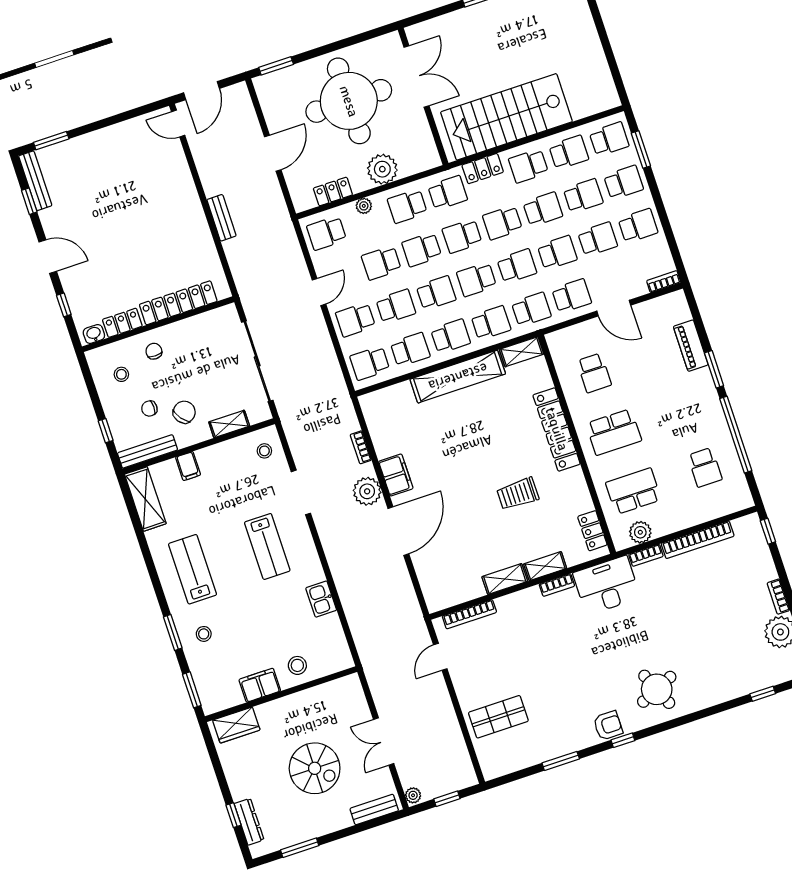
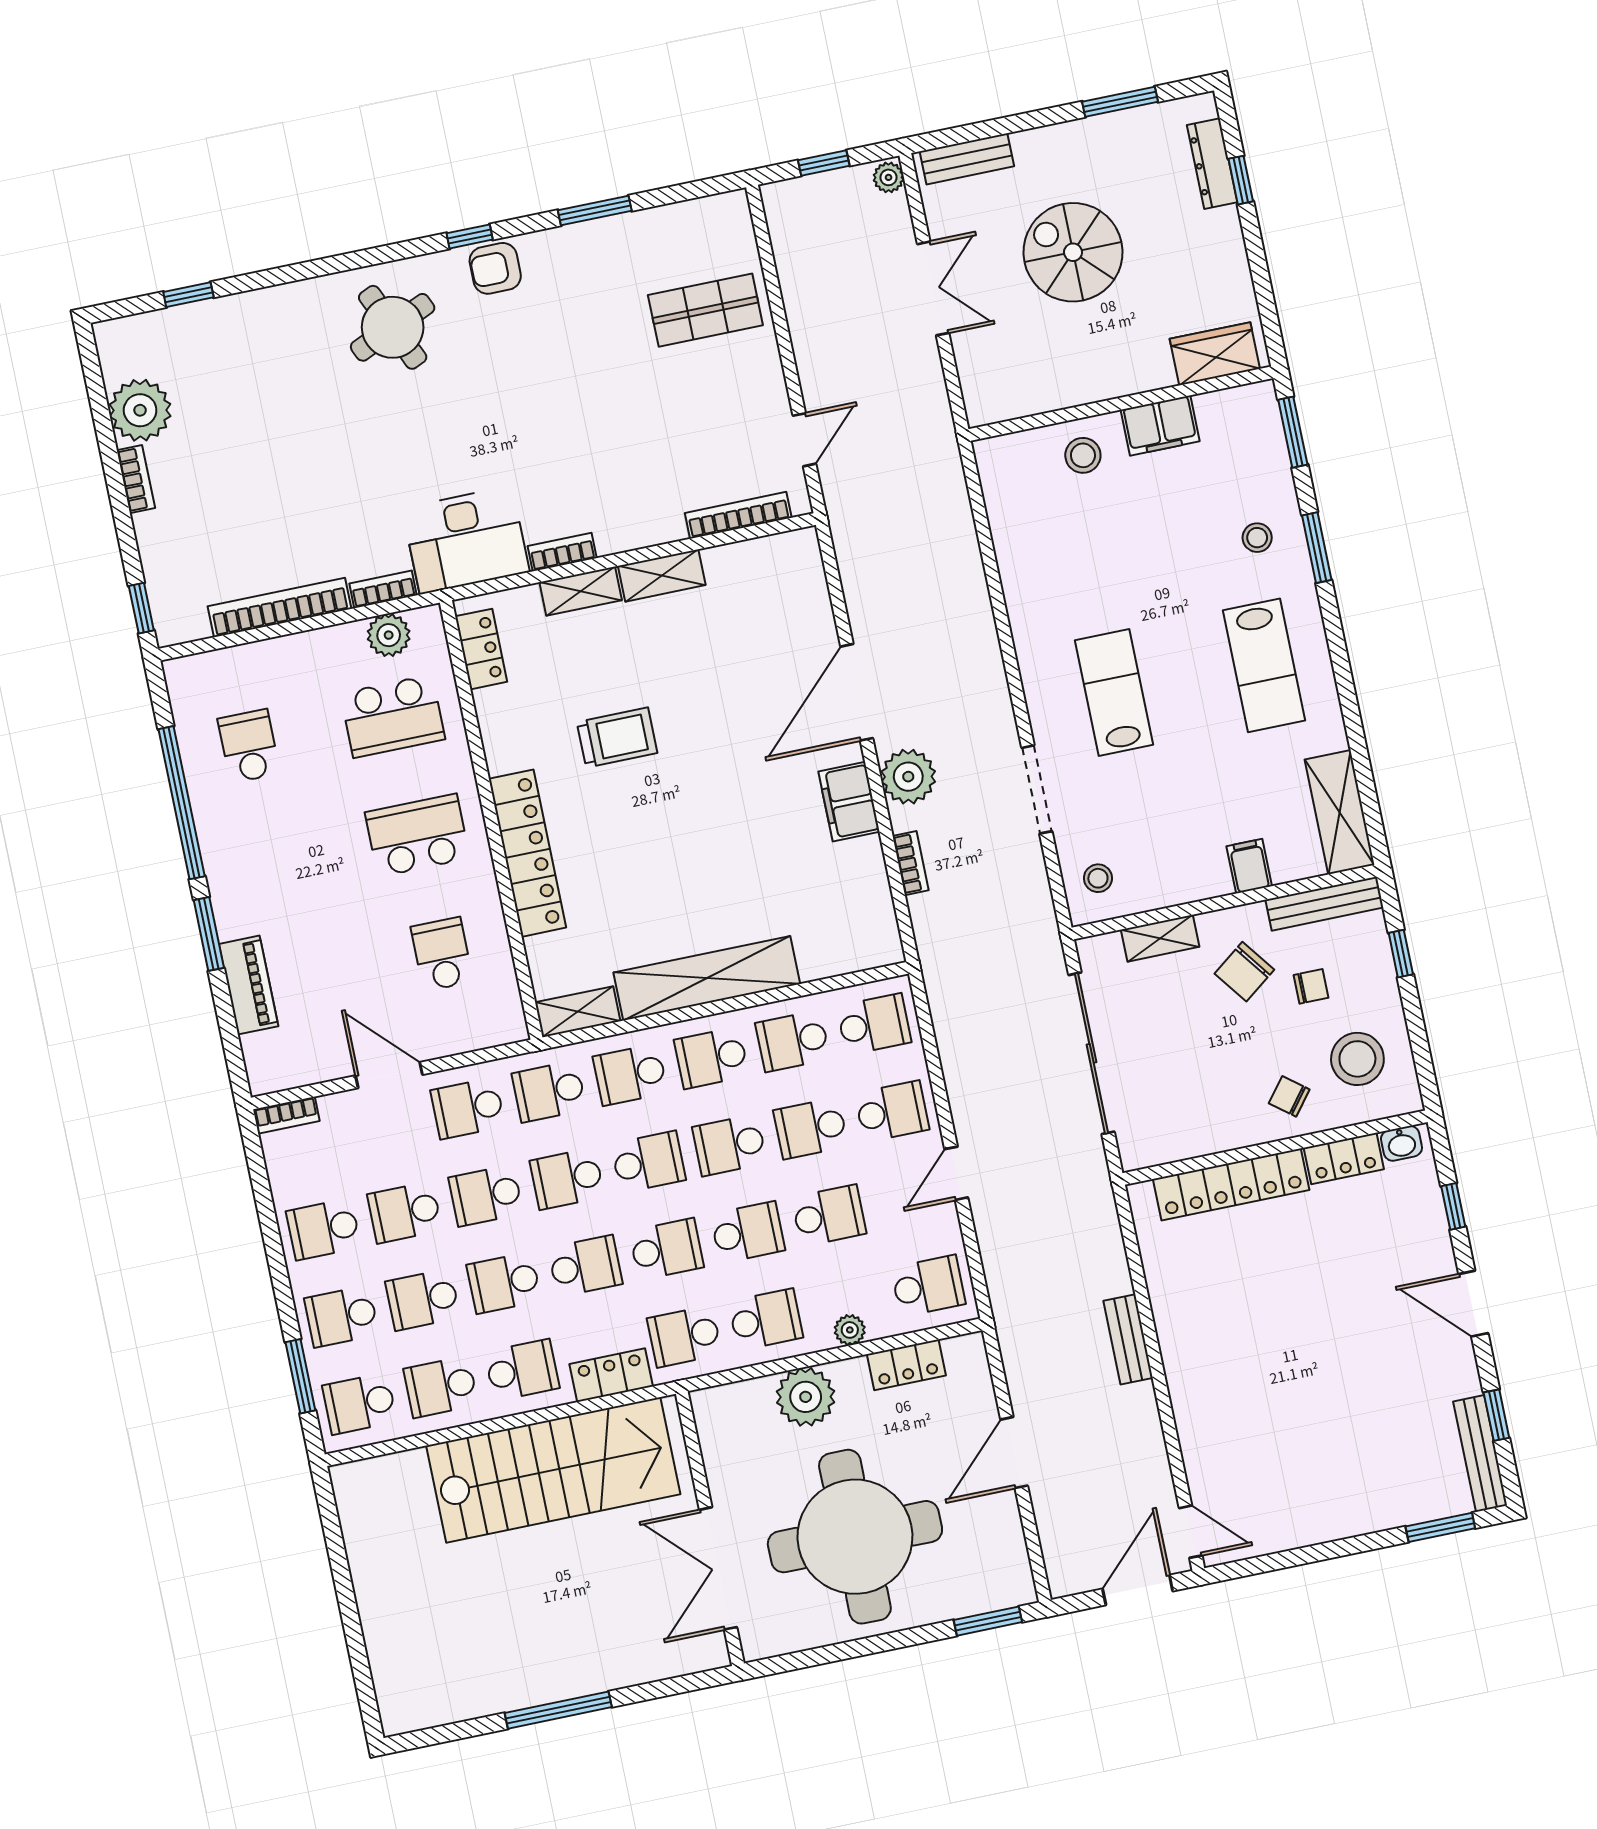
chair: (154, 351) -> (1289, 1096), turned 128
stool: (121, 374) -> (1357, 1059), width x1.89, depth x1.89
kitchen sink: (321, 599) -> (1022, 578), removed

